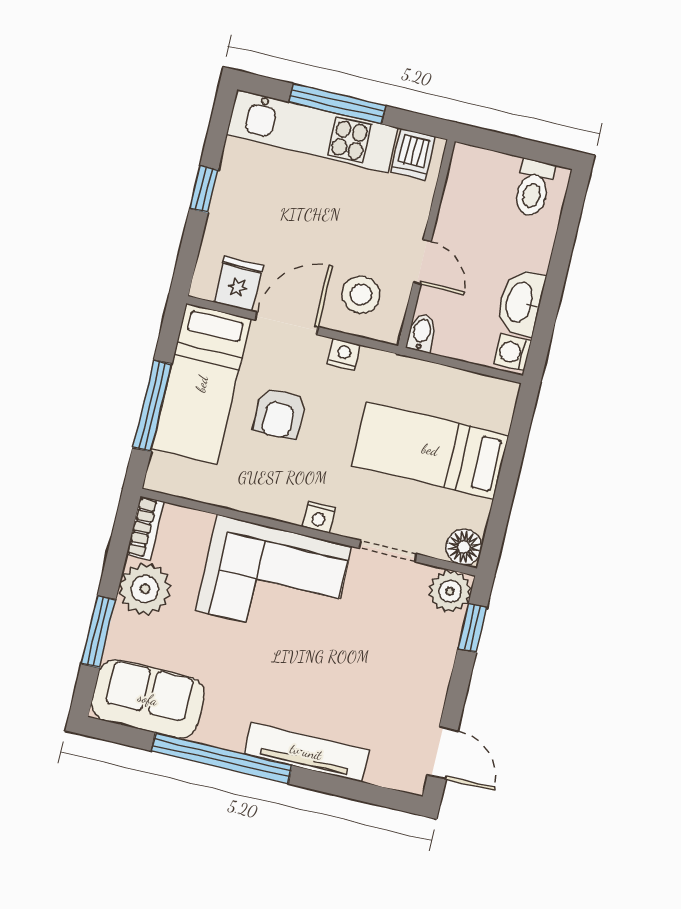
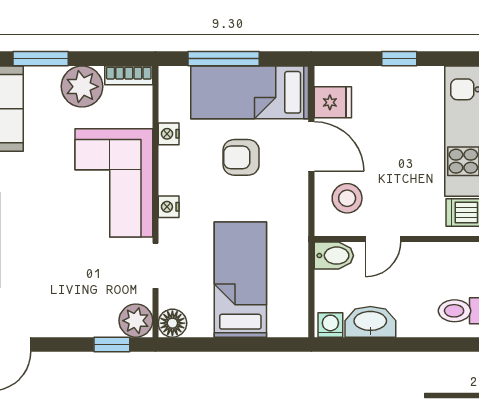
bidet: (422, 333) -> (334, 256), width x1.38, depth x1.36
nightstand: (344, 354) -> (169, 134), moved, turned 180

